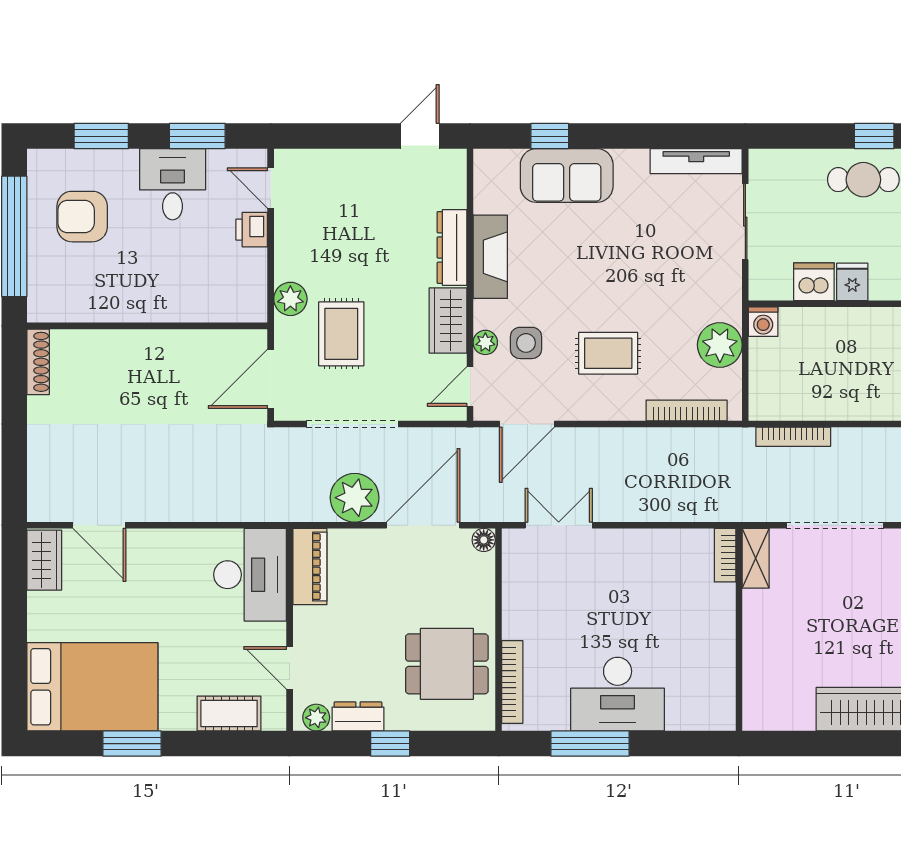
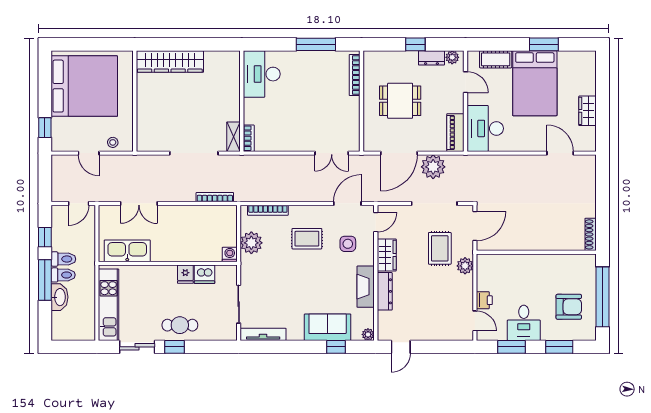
plant: (485, 342) -> (368, 334), moved
floor lamp: (484, 540) -> (369, 146), removed
wardrobe: (44, 560) -> (588, 111), moved
dining table: (447, 664) -> (400, 101), moved
bed: (92, 687) -> (535, 83), moved, turned -90
desk: (618, 694) -> (262, 74), moved, turned -90

